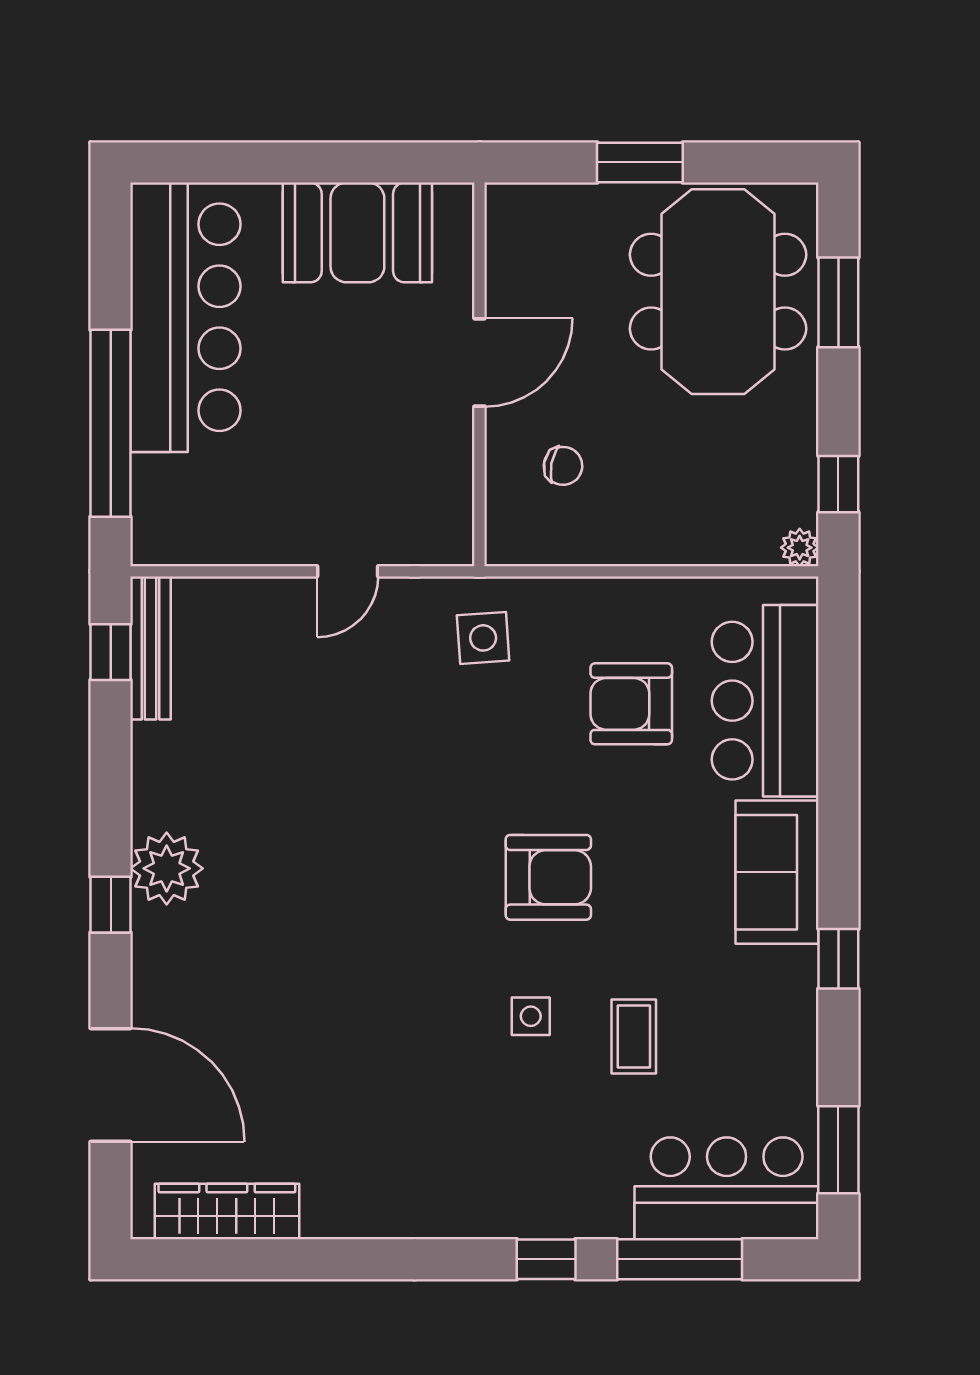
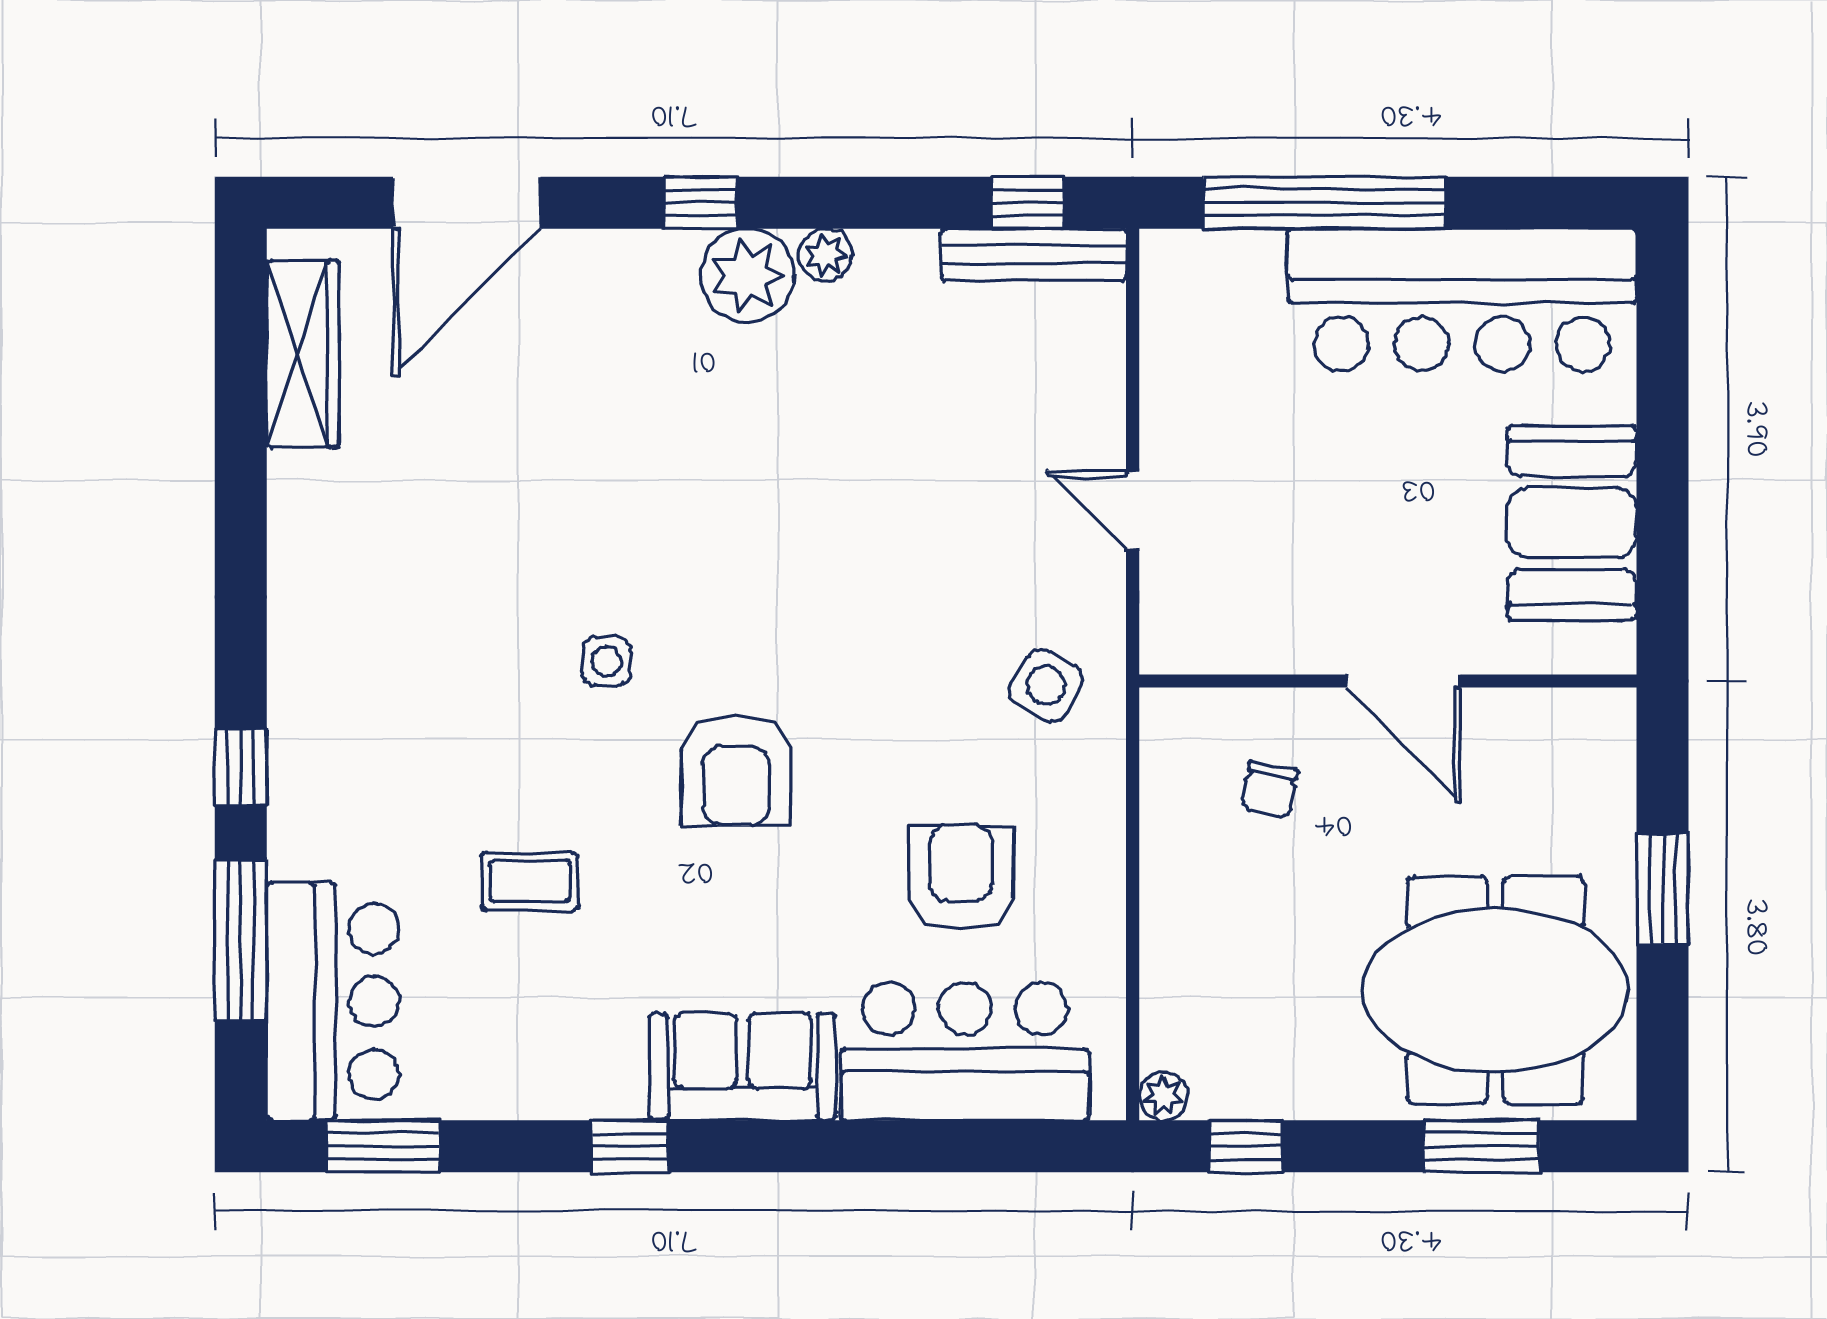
side table: (483, 638) -> (1046, 686), turned 35
plant: (151, 808) -> (826, 255), added
side table: (531, 1016) -> (607, 661), moved

